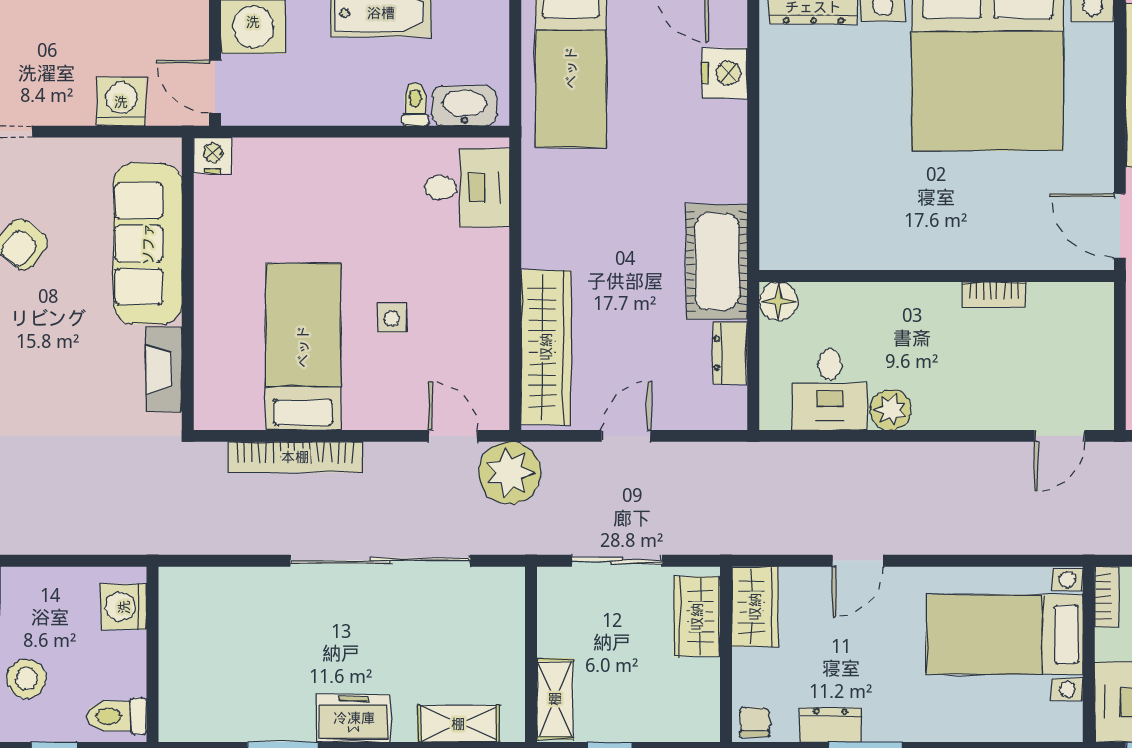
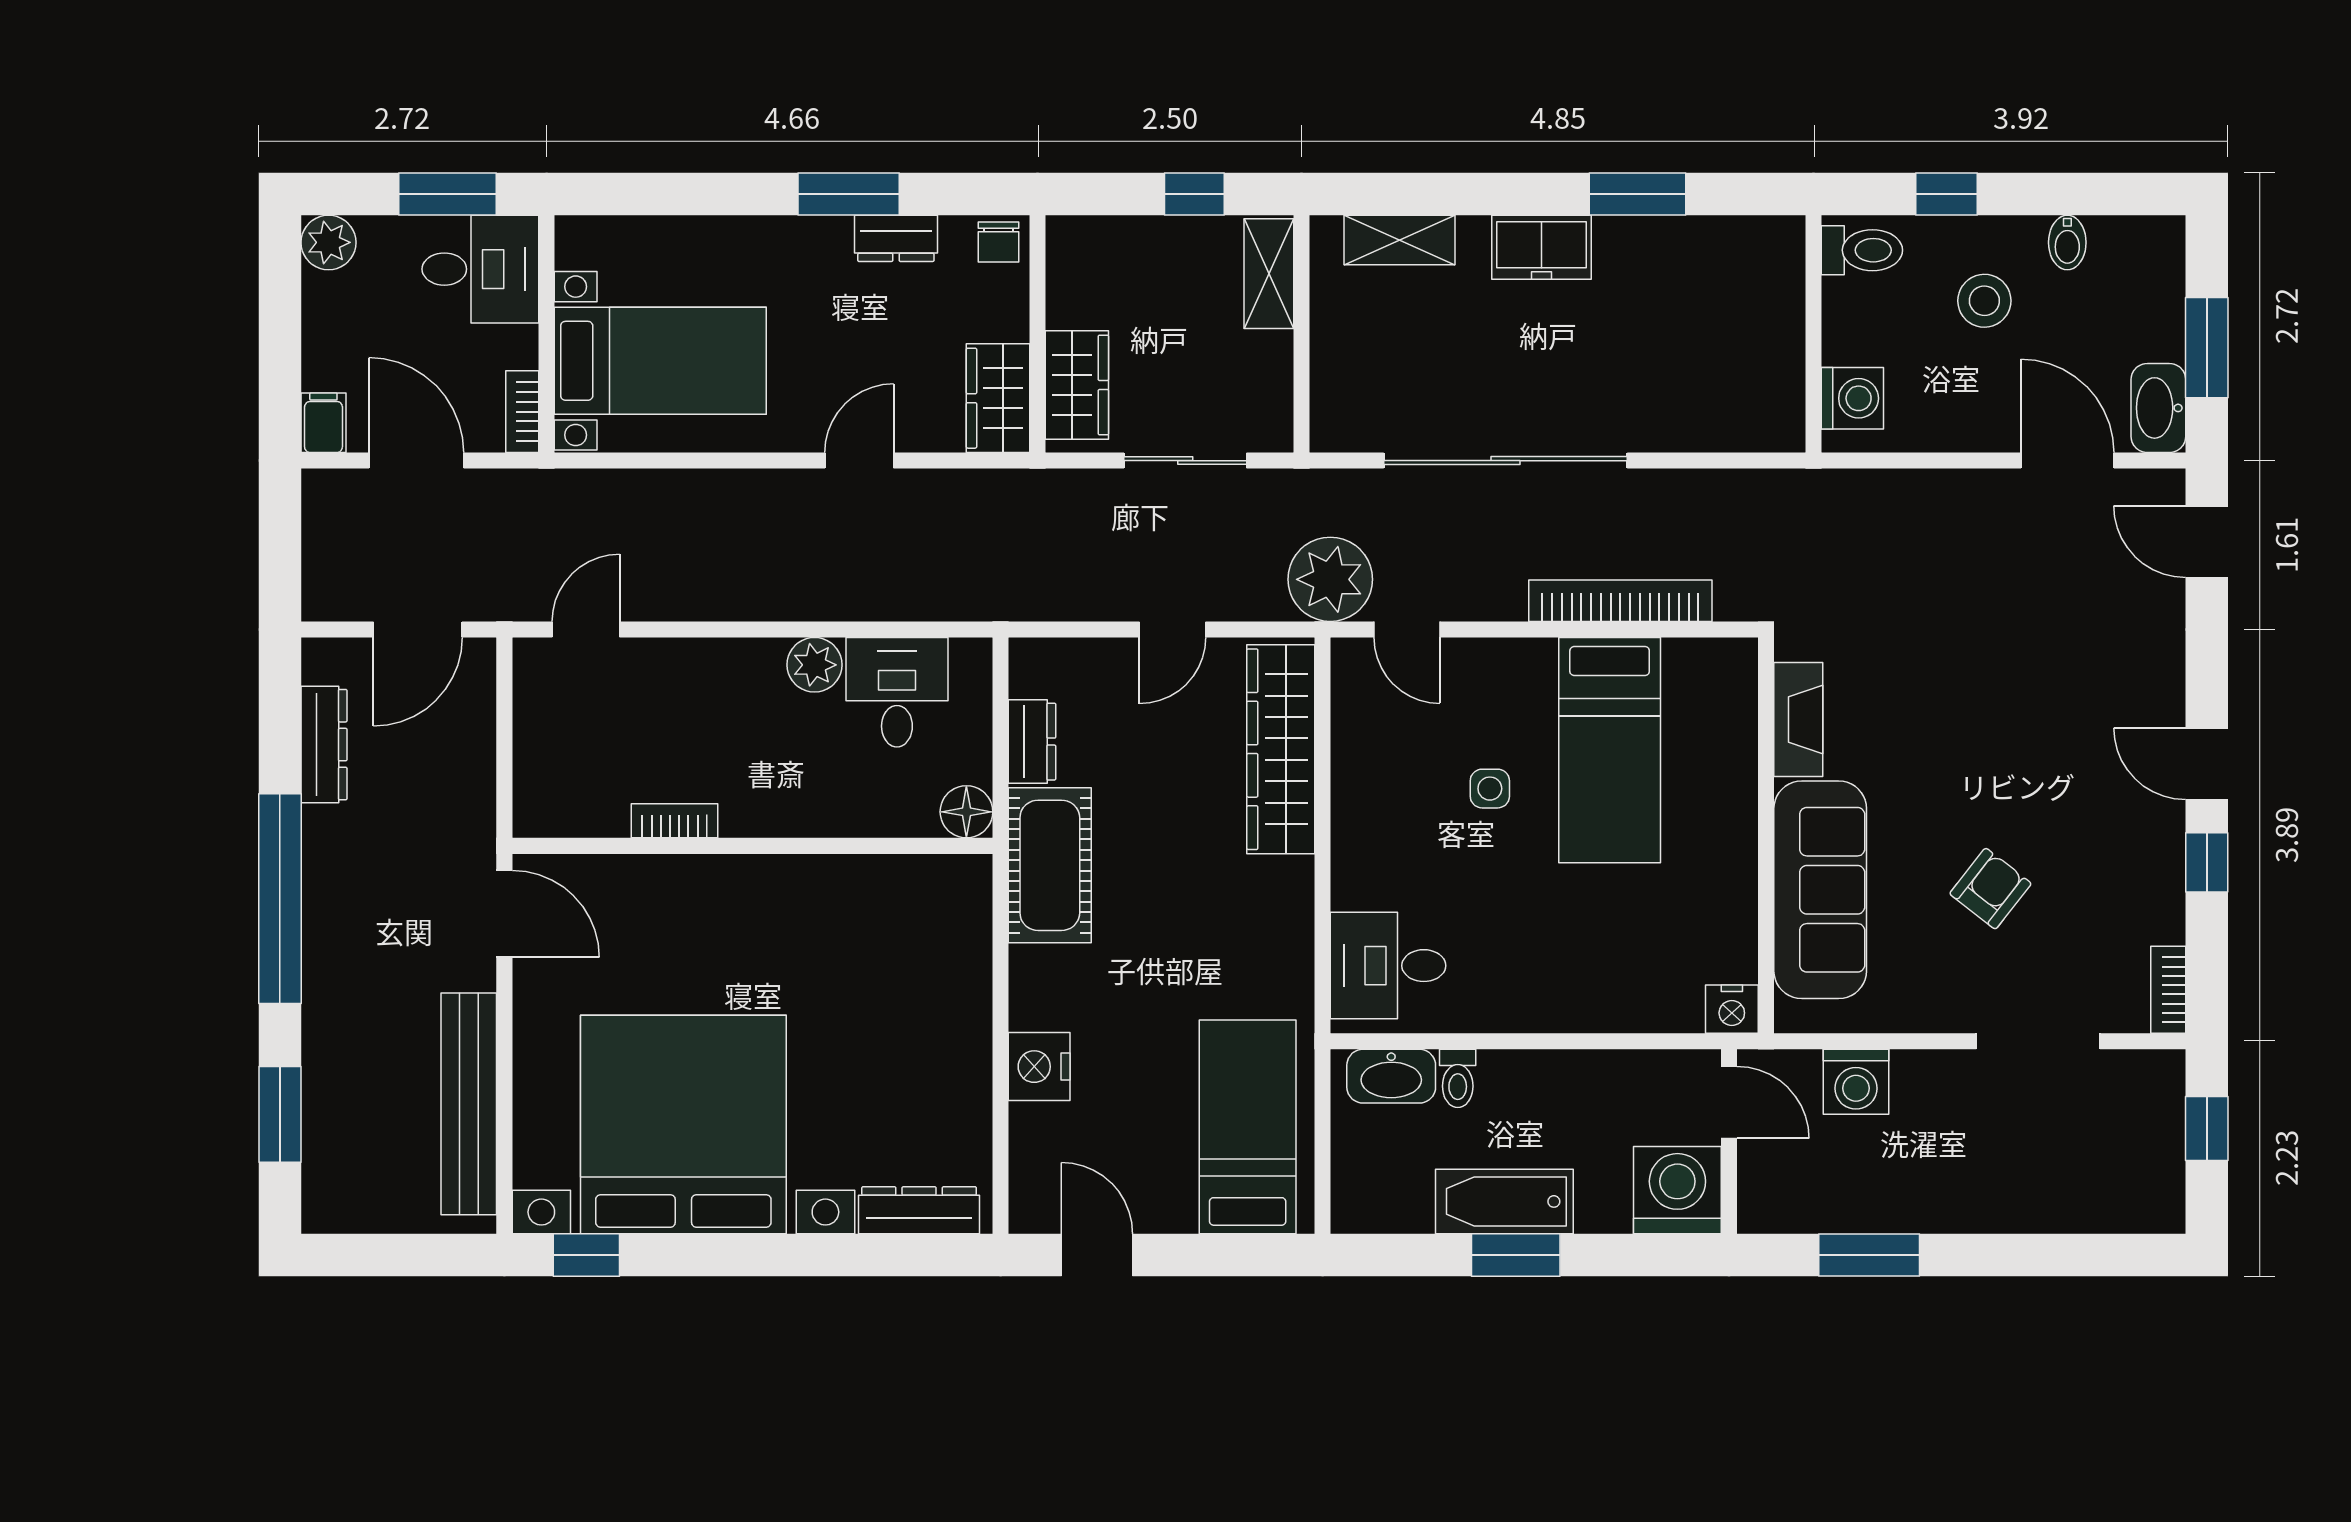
nightstand: (725, 73) -> (1039, 1067), moved

